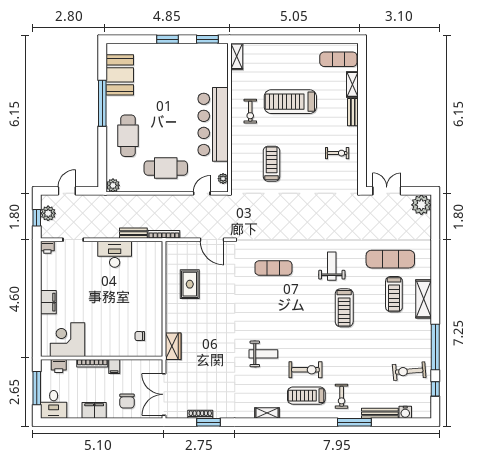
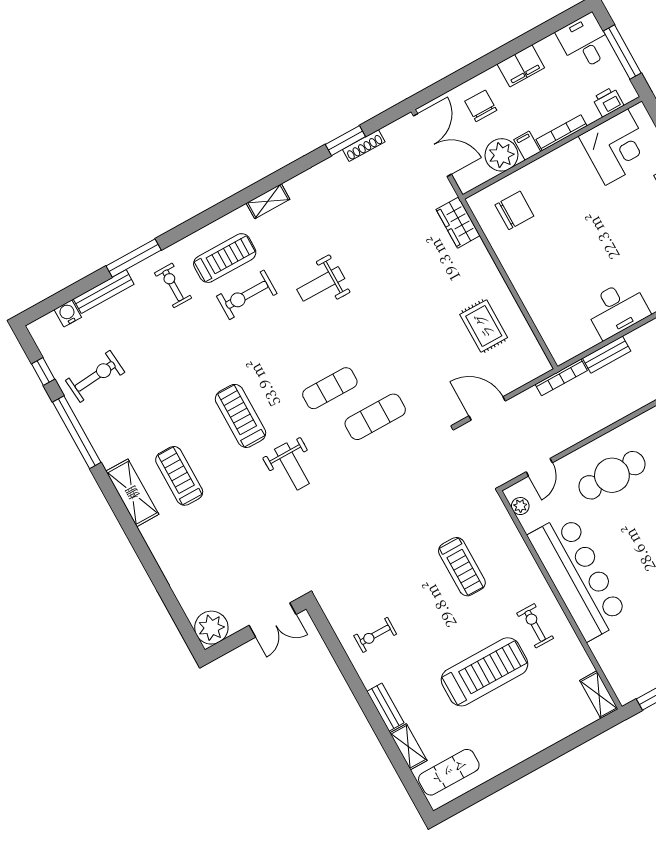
exercise mat: (390, 259) -> (330, 388), moved, width x0.73, depth x0.69
chair: (140, 336) -> (514, 210), width x1.87, depth x1.87
plant: (130, 369) -> (501, 155), added

